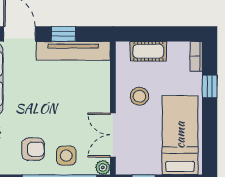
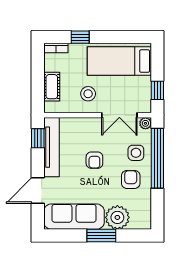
window: (63, 34) -> (38, 138), moved
armchair: (57, 104) -> (94, 160), added

